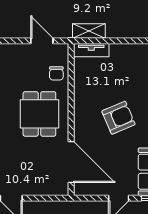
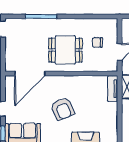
chair: (56, 73) -> (97, 42), moved

